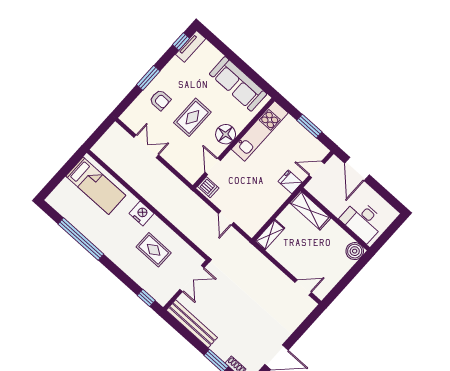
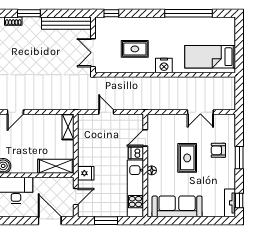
floor lamp: (226, 134) -> (152, 170), width x0.53, depth x0.53
door: (213, 166) -> (145, 138), swing flipped
dishwasher: (208, 187) -> (136, 153), moved

